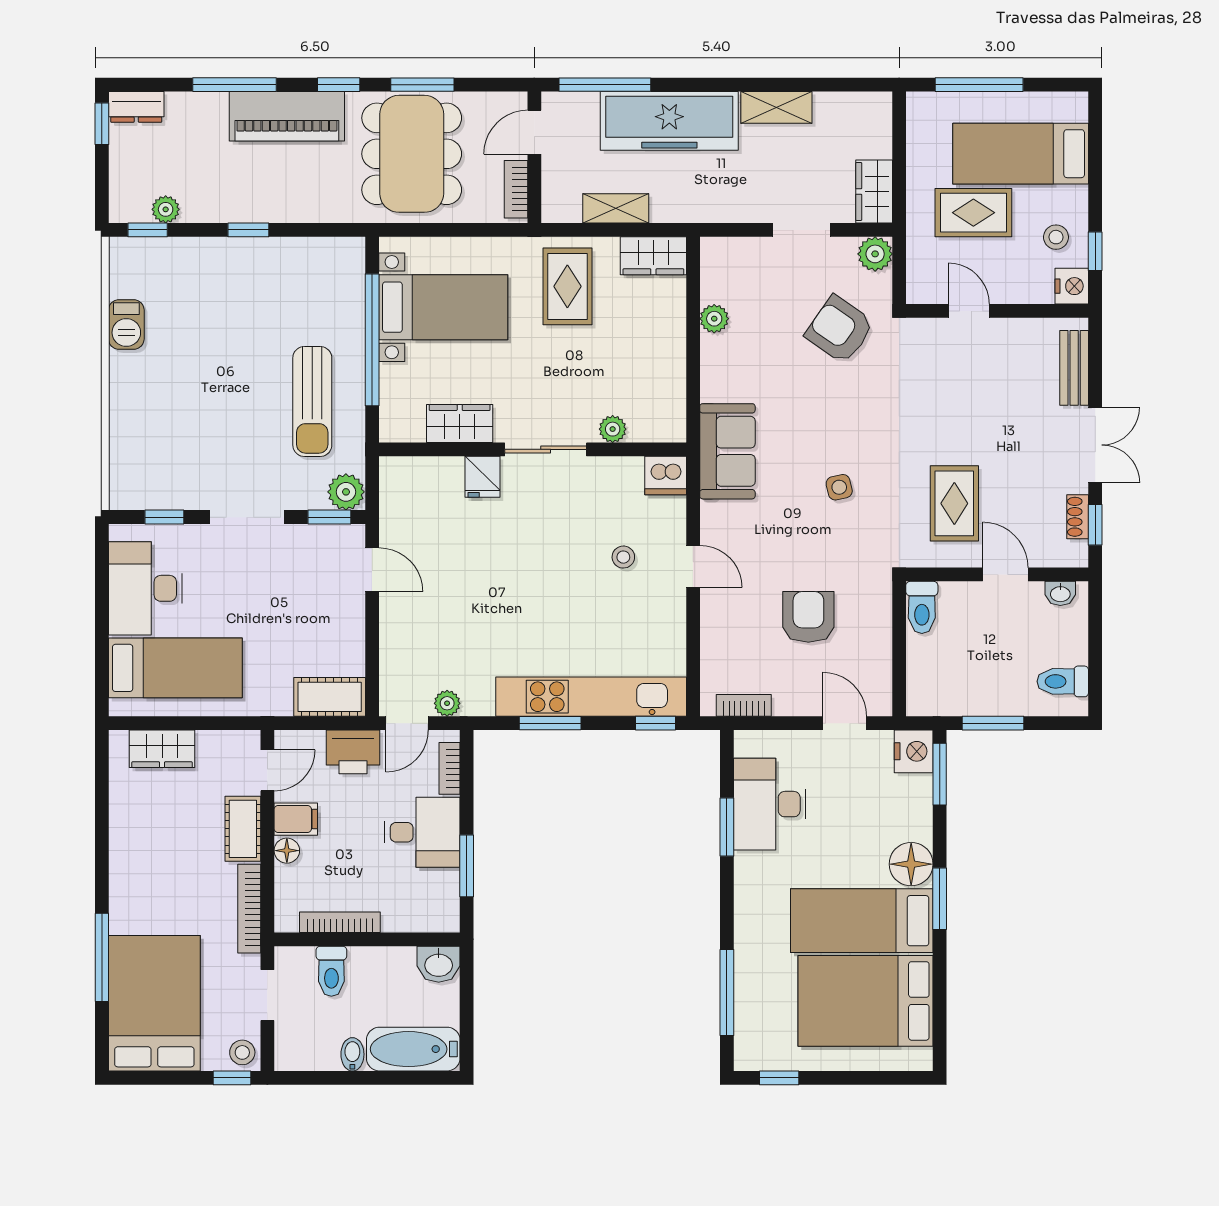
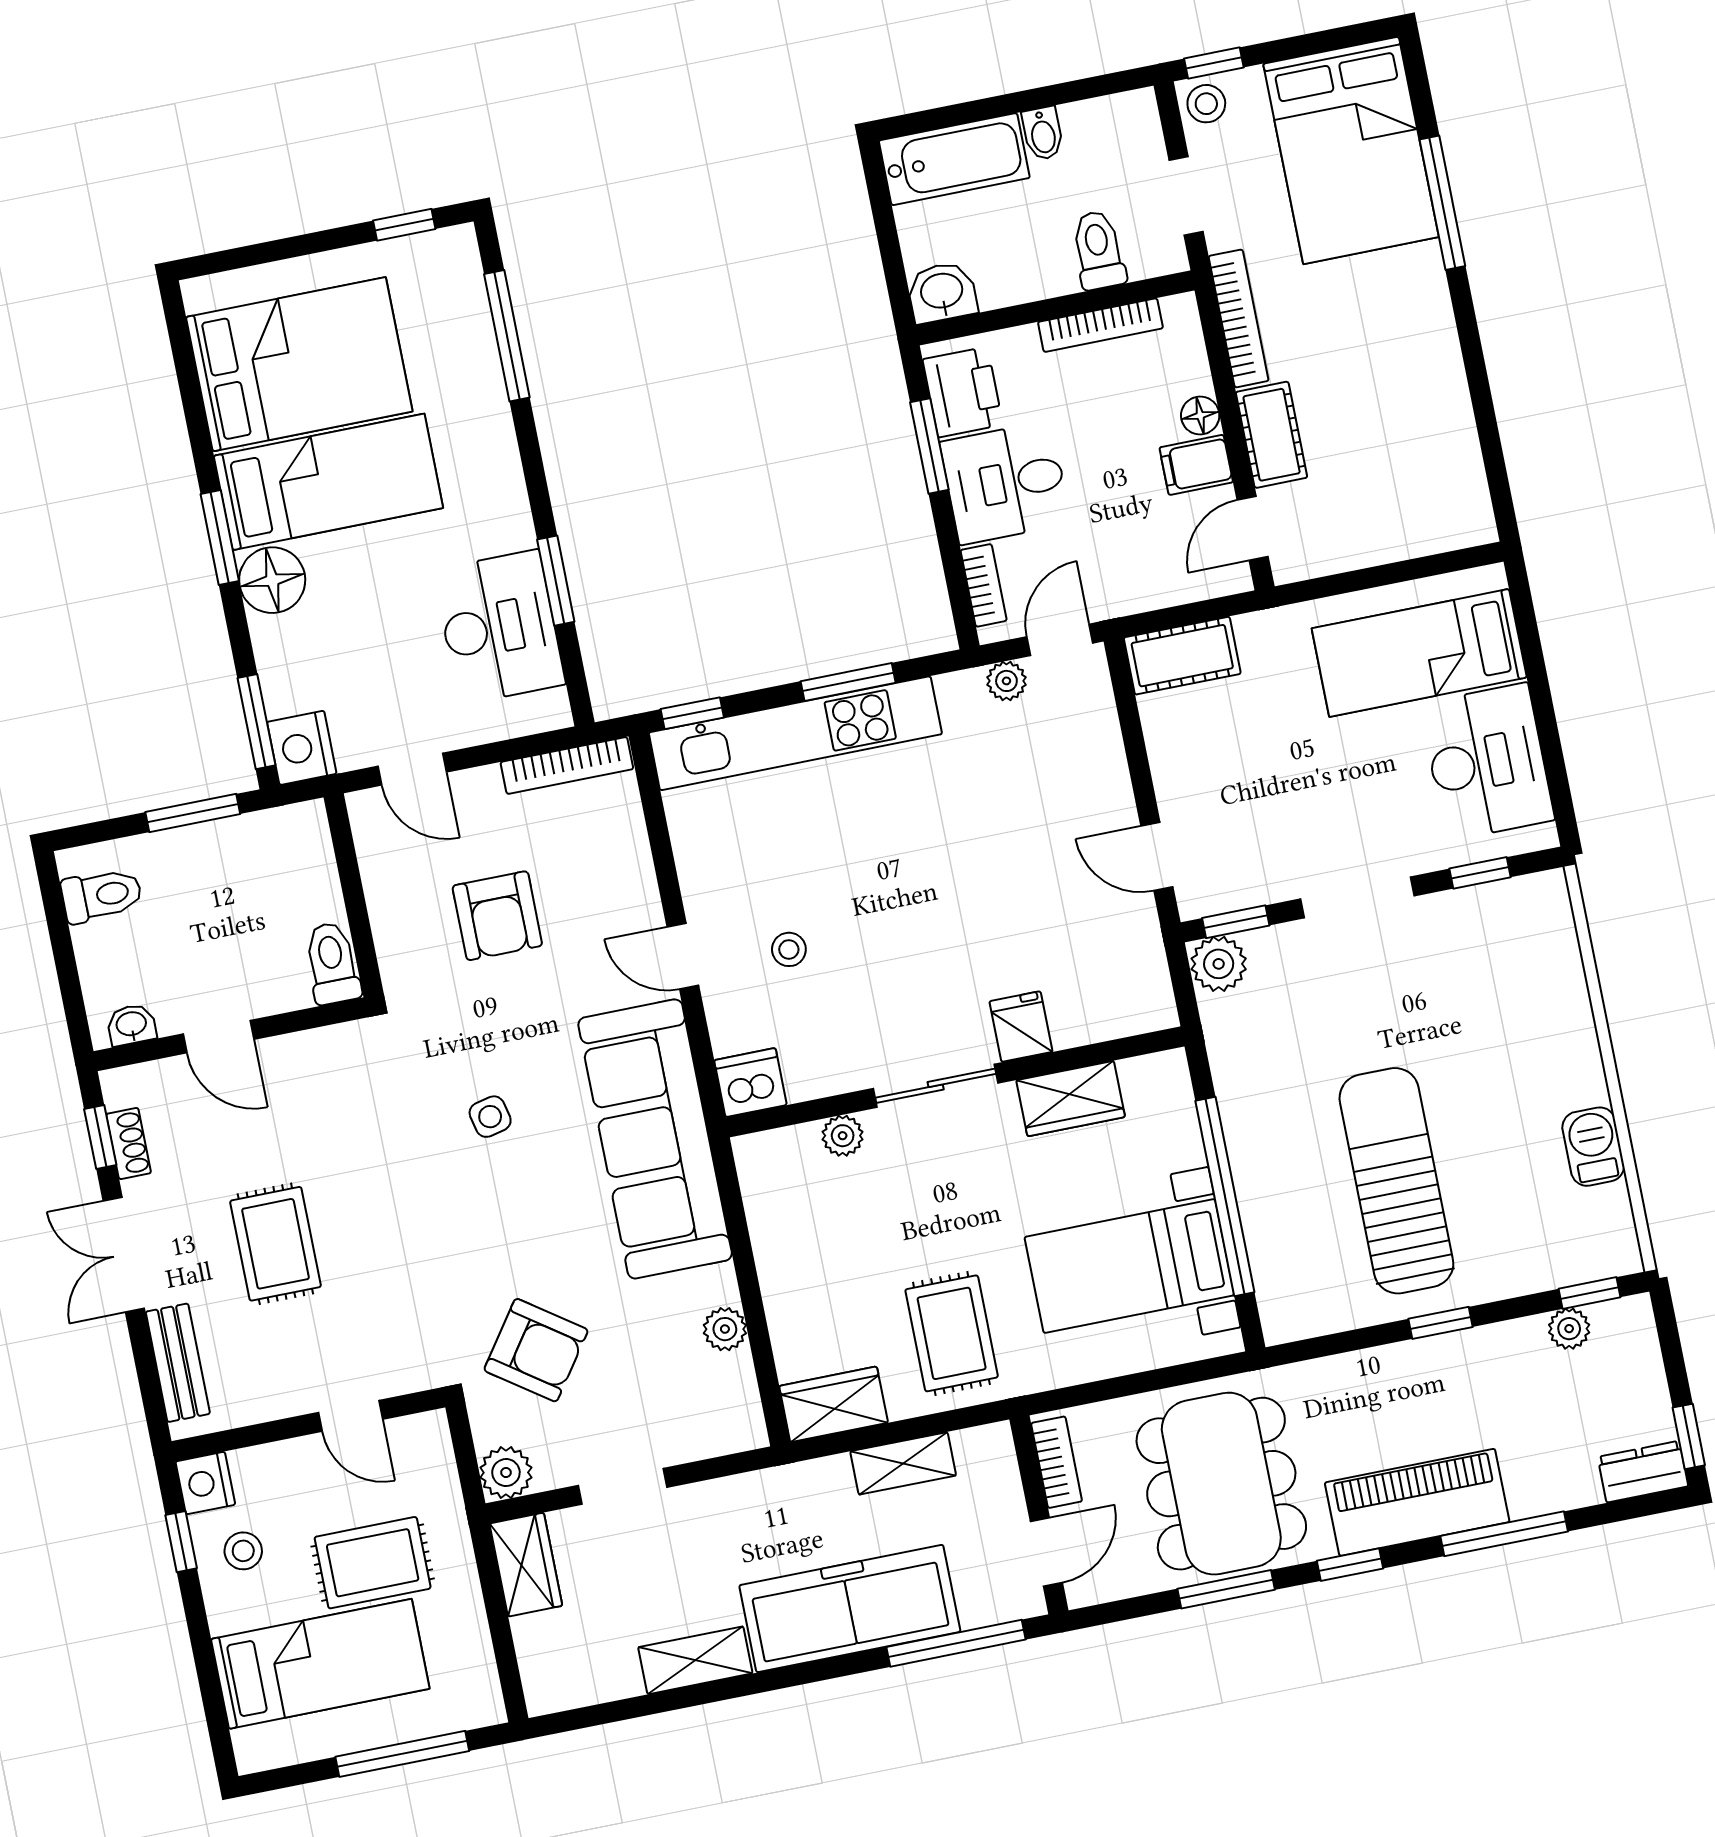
sun lounger: (312, 401) -> (1396, 1181), moved, width x1.36, depth x1.34
sofa: (727, 451) -> (655, 1139), width x1.85, depth x1.27
rug: (954, 503) -> (276, 1244), moved
bookcase: (744, 705) -> (567, 765), width x1.56
wardrobe: (162, 749) -> (1415, 529), removed
printer: (353, 752) -> (963, 392), moved, turned 90

